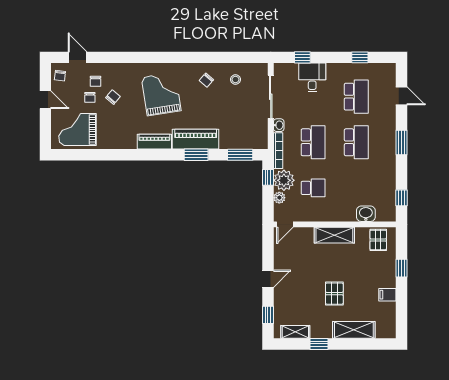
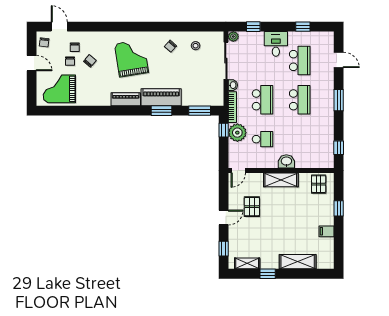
desk: (312, 77) -> (276, 44), moved
plant: (279, 198) -> (233, 36), moved
washbasin: (366, 214) -> (286, 161), moved
pallet: (334, 294) -> (252, 207), moved

